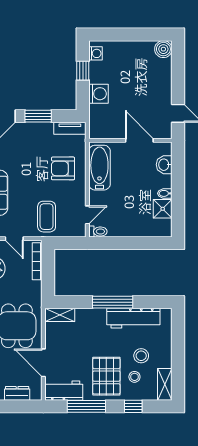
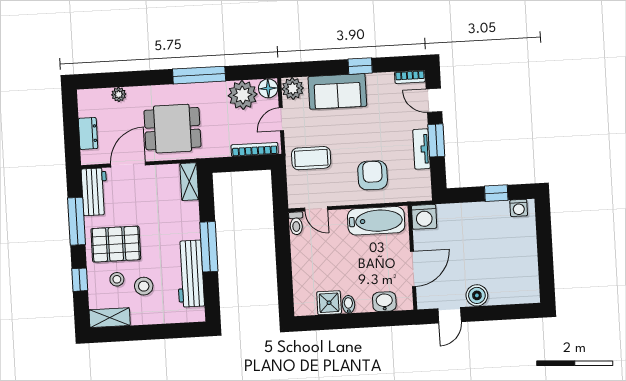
boiler: (163, 49) -> (477, 295), moved
washing machine: (98, 94) -> (424, 217), moved
tv unit: (70, 128) -> (422, 149), moved

